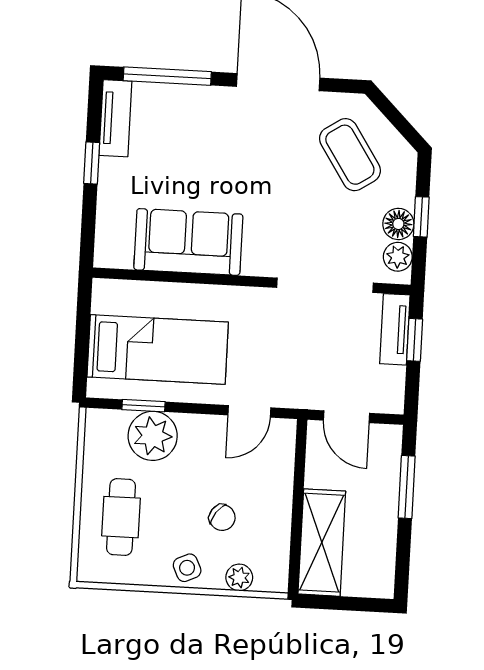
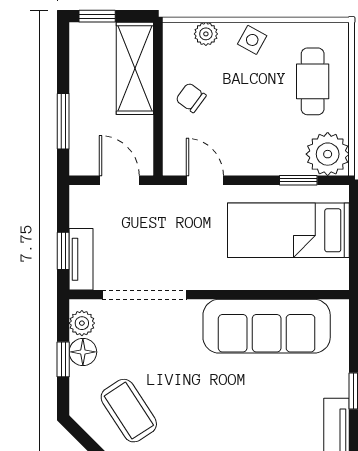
sofa: (188, 242) -> (267, 326), width x1.36
door: (249, 411) -> (205, 180), hinge flipped
plant: (153, 436) -> (328, 154), moved
chair: (222, 518) -> (191, 98), moved
side table: (187, 568) -> (252, 40), turned -36
window: (362, 604) -> (97, 16), added

